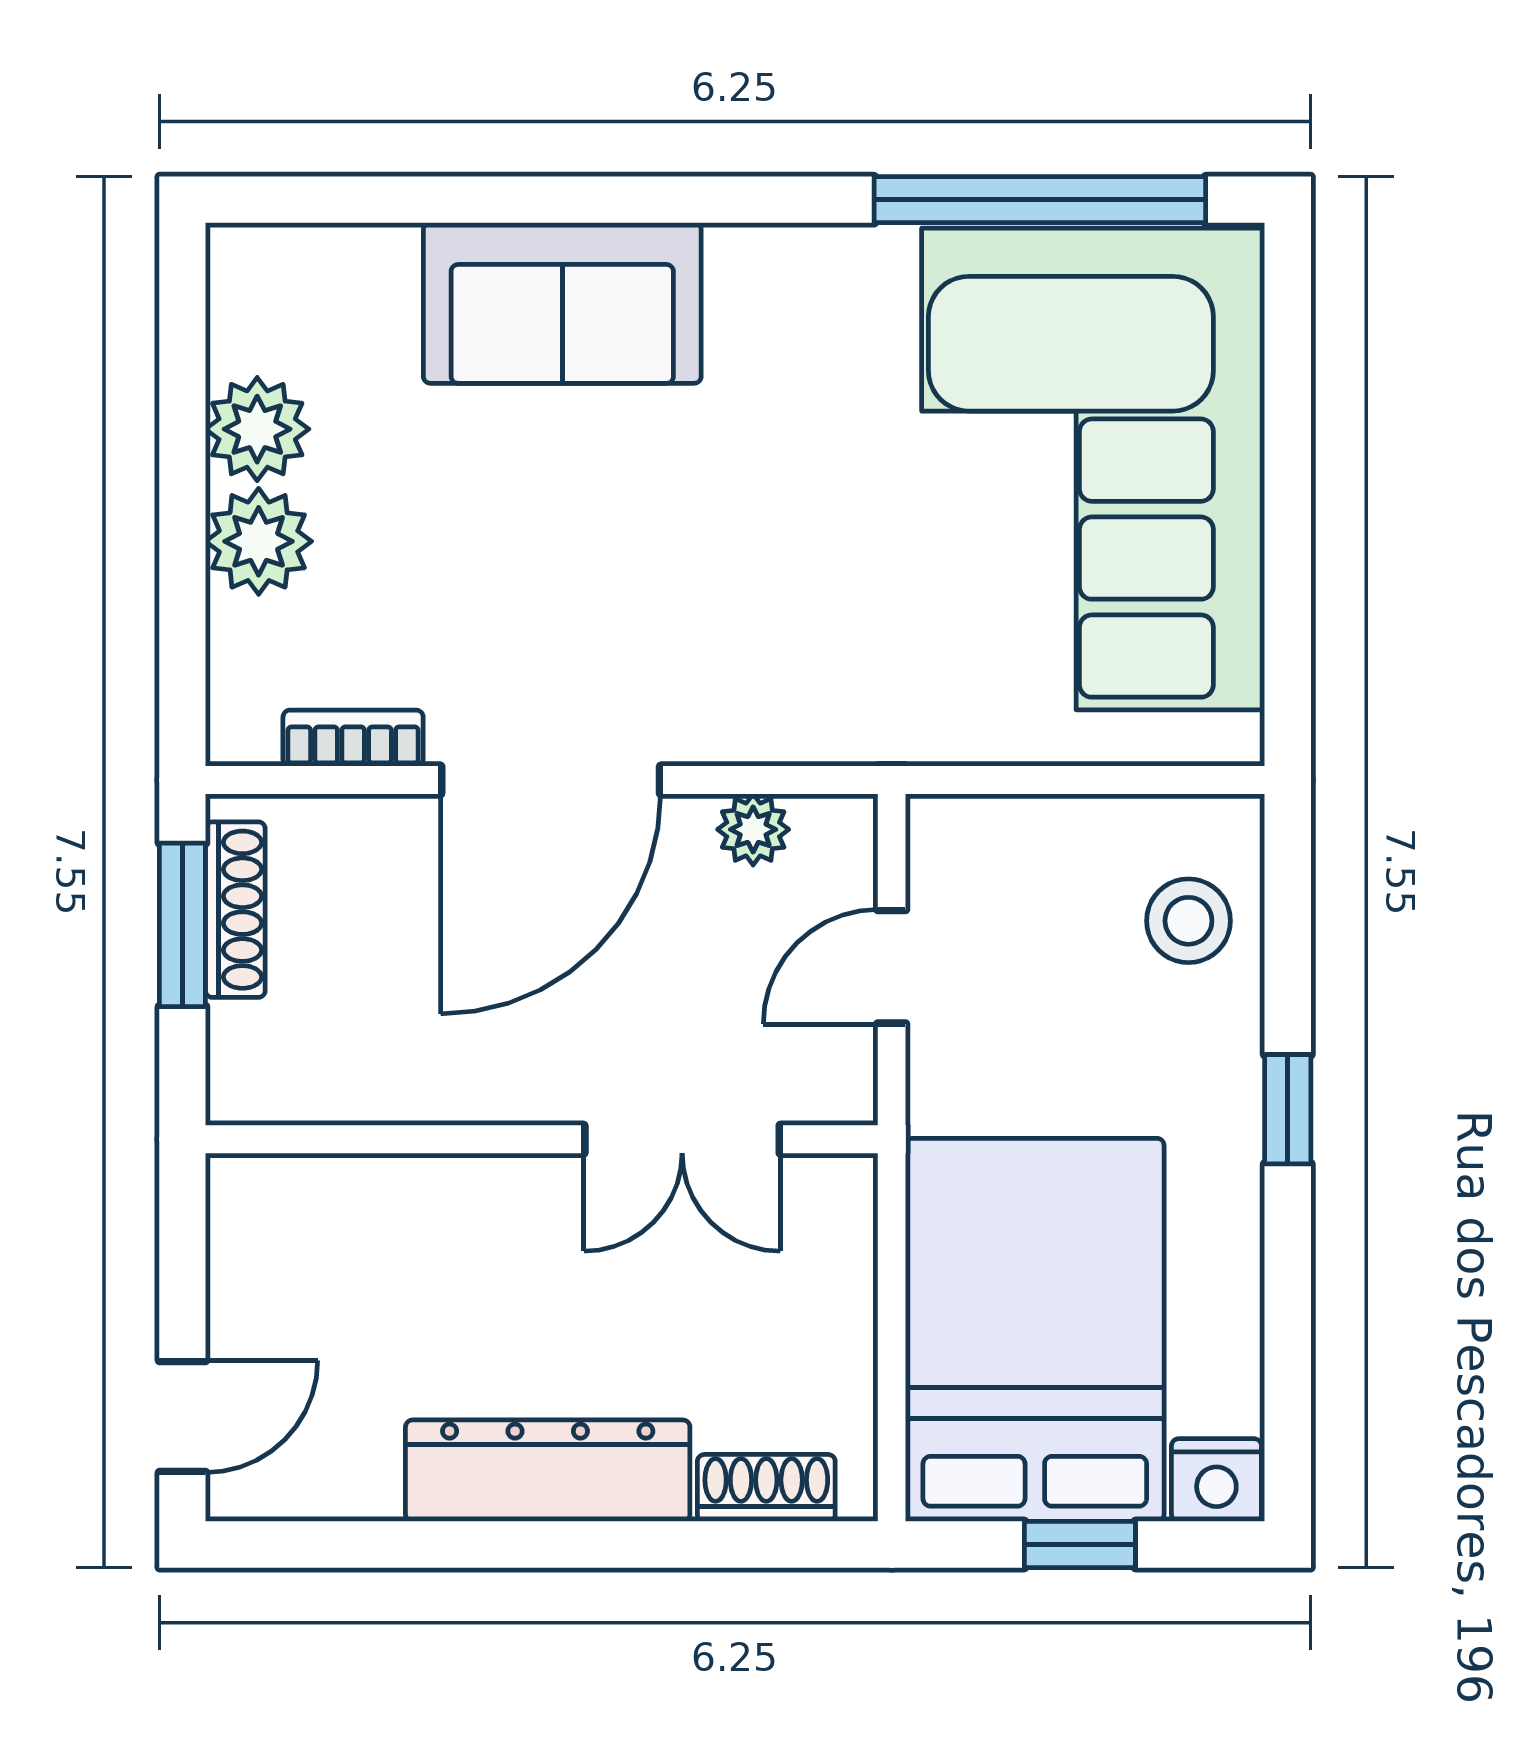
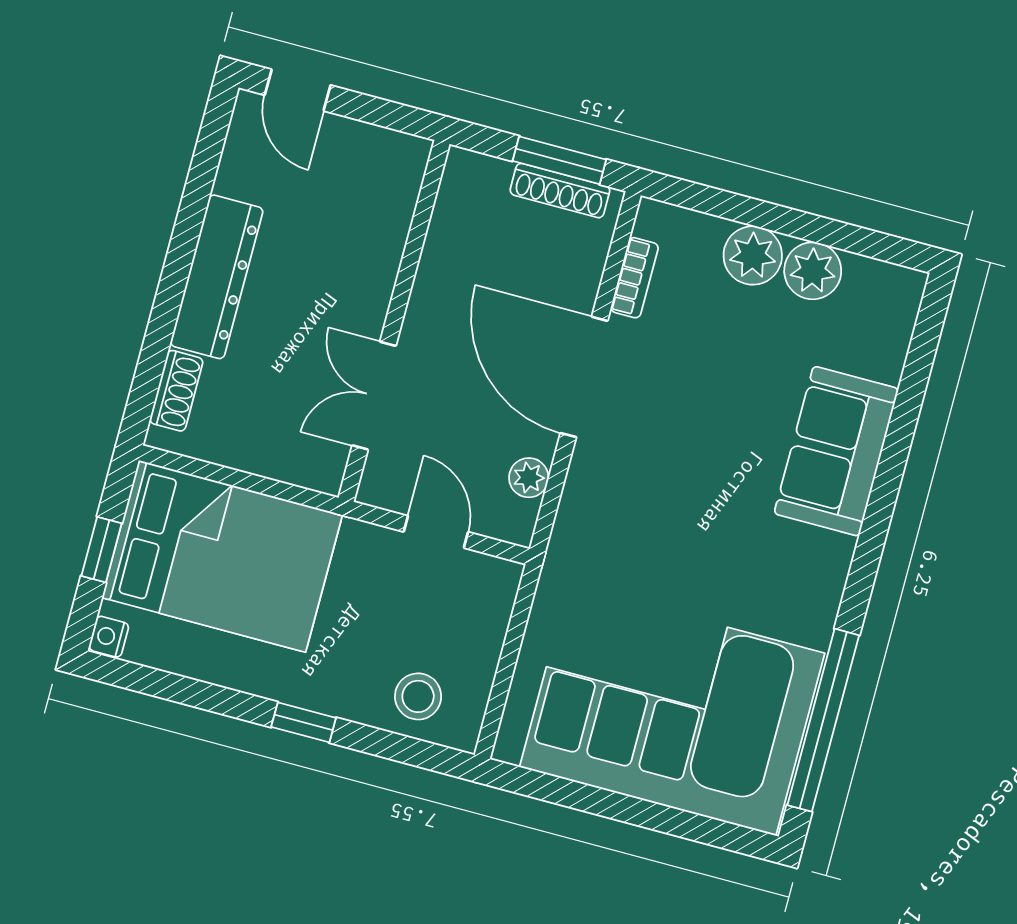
nightstand: (1216, 1480) -> (109, 637), width x0.72, depth x0.74

